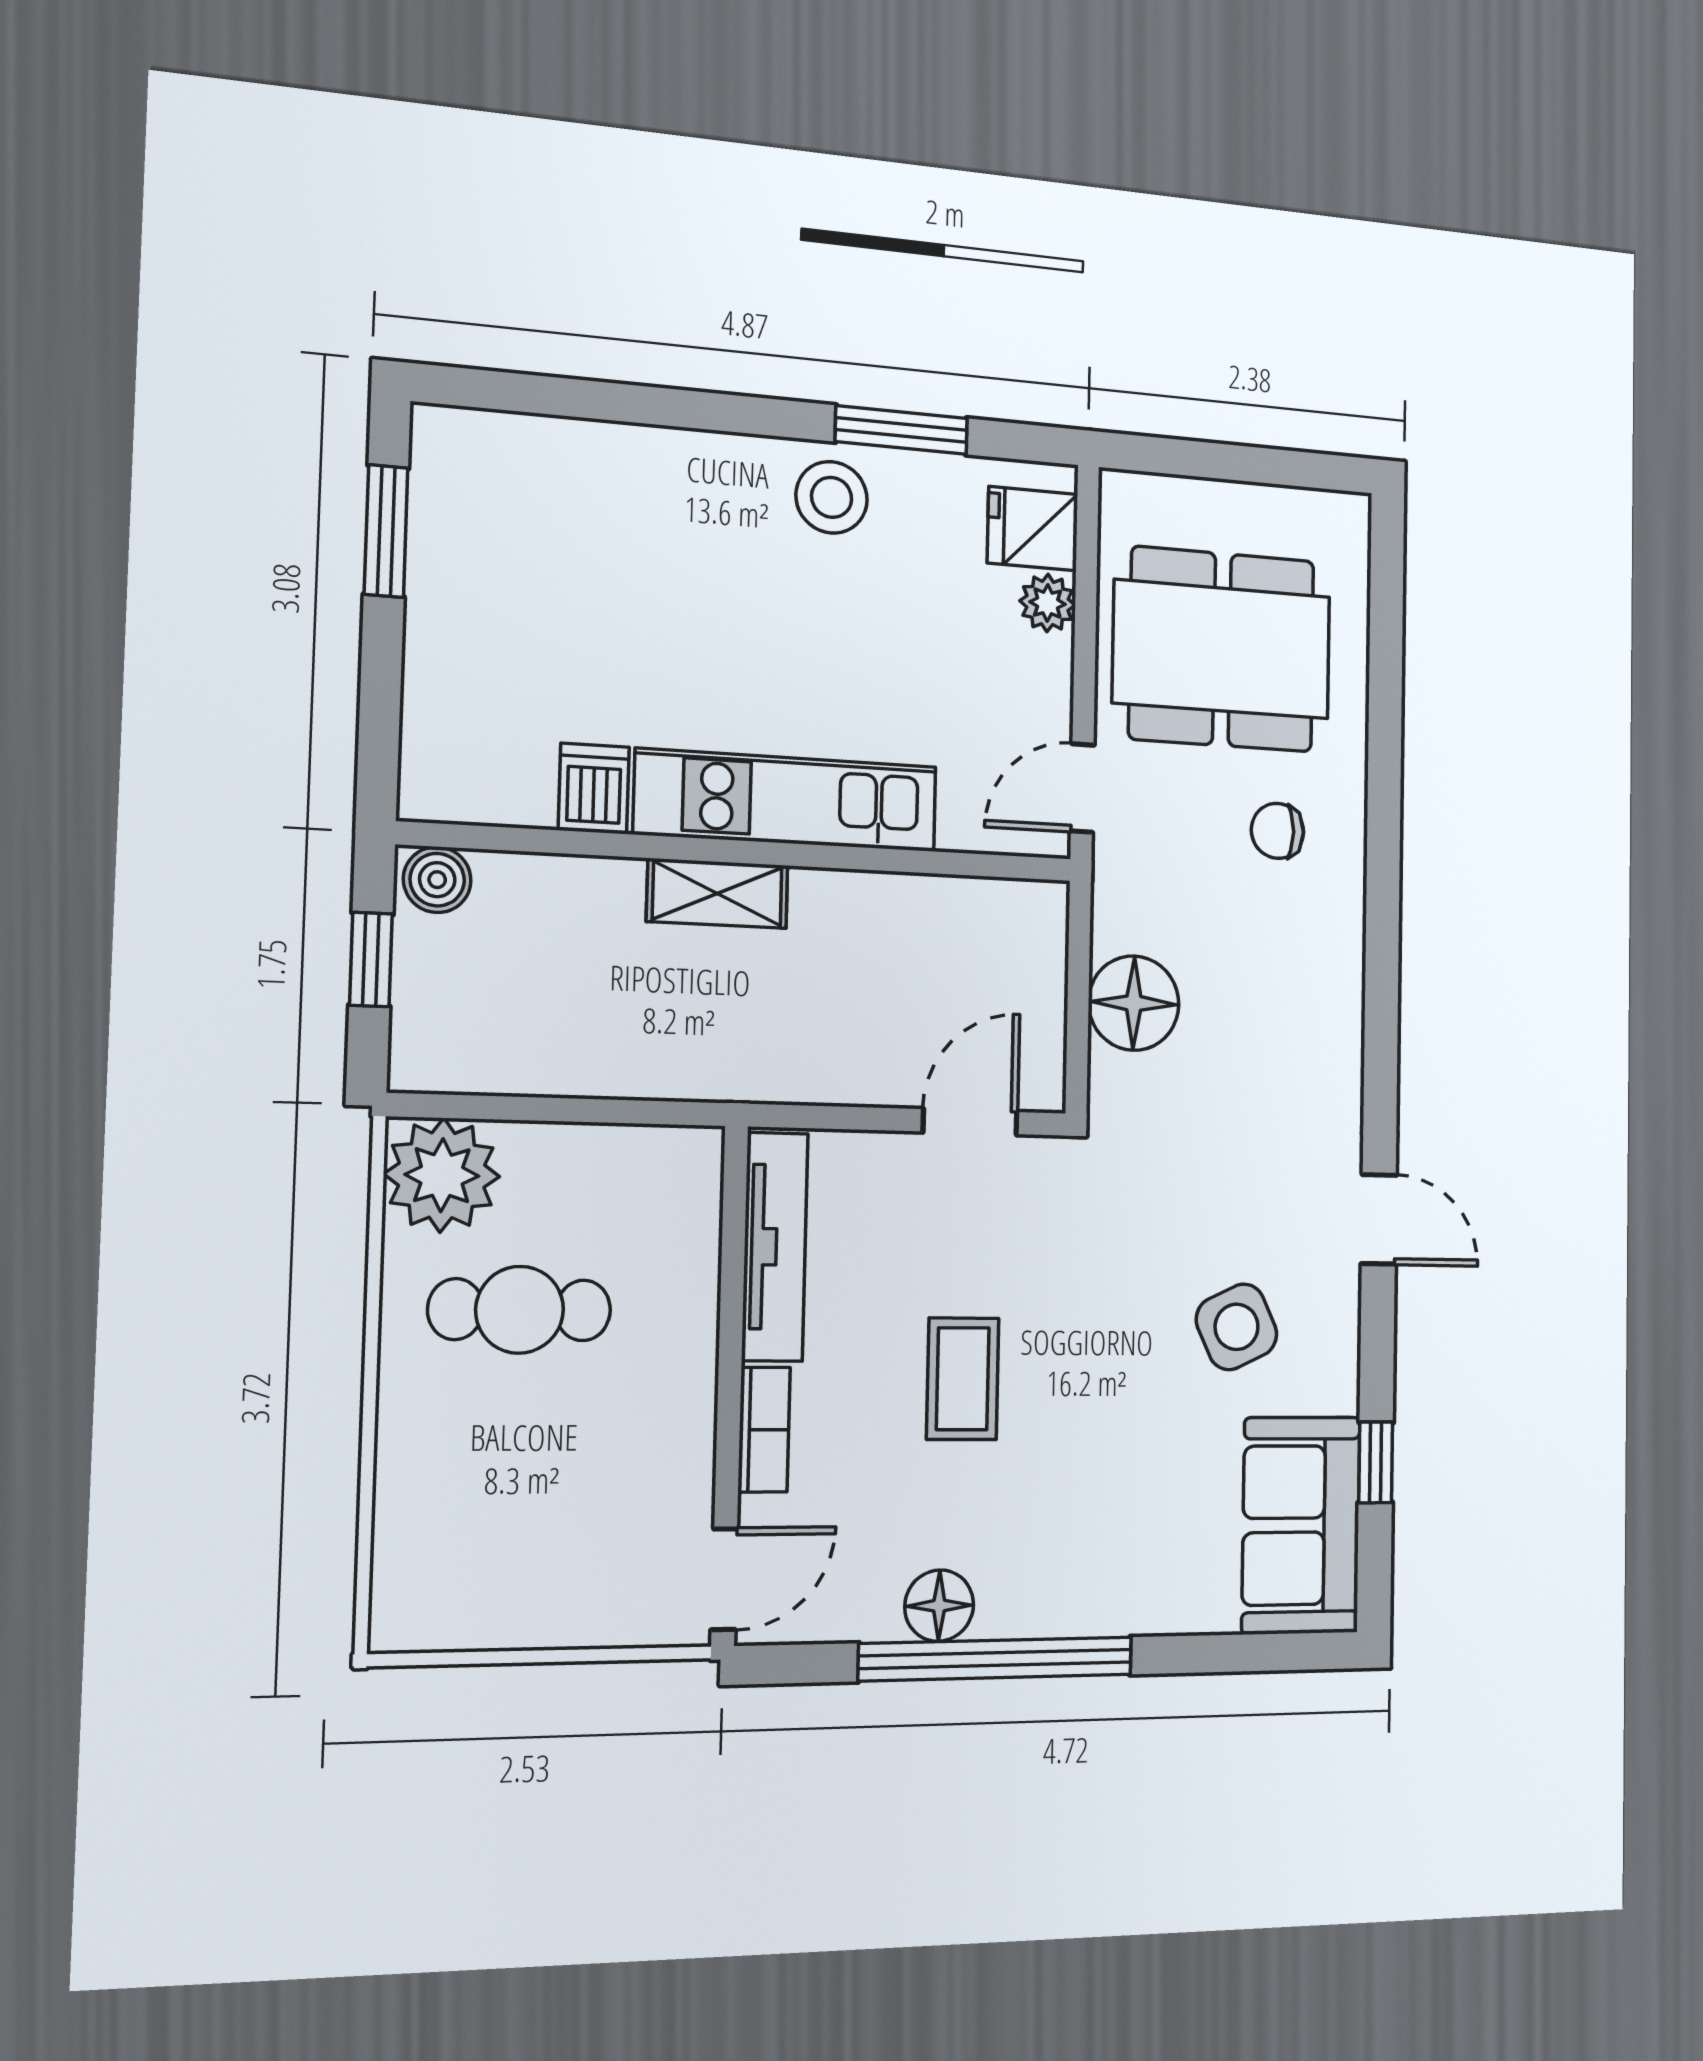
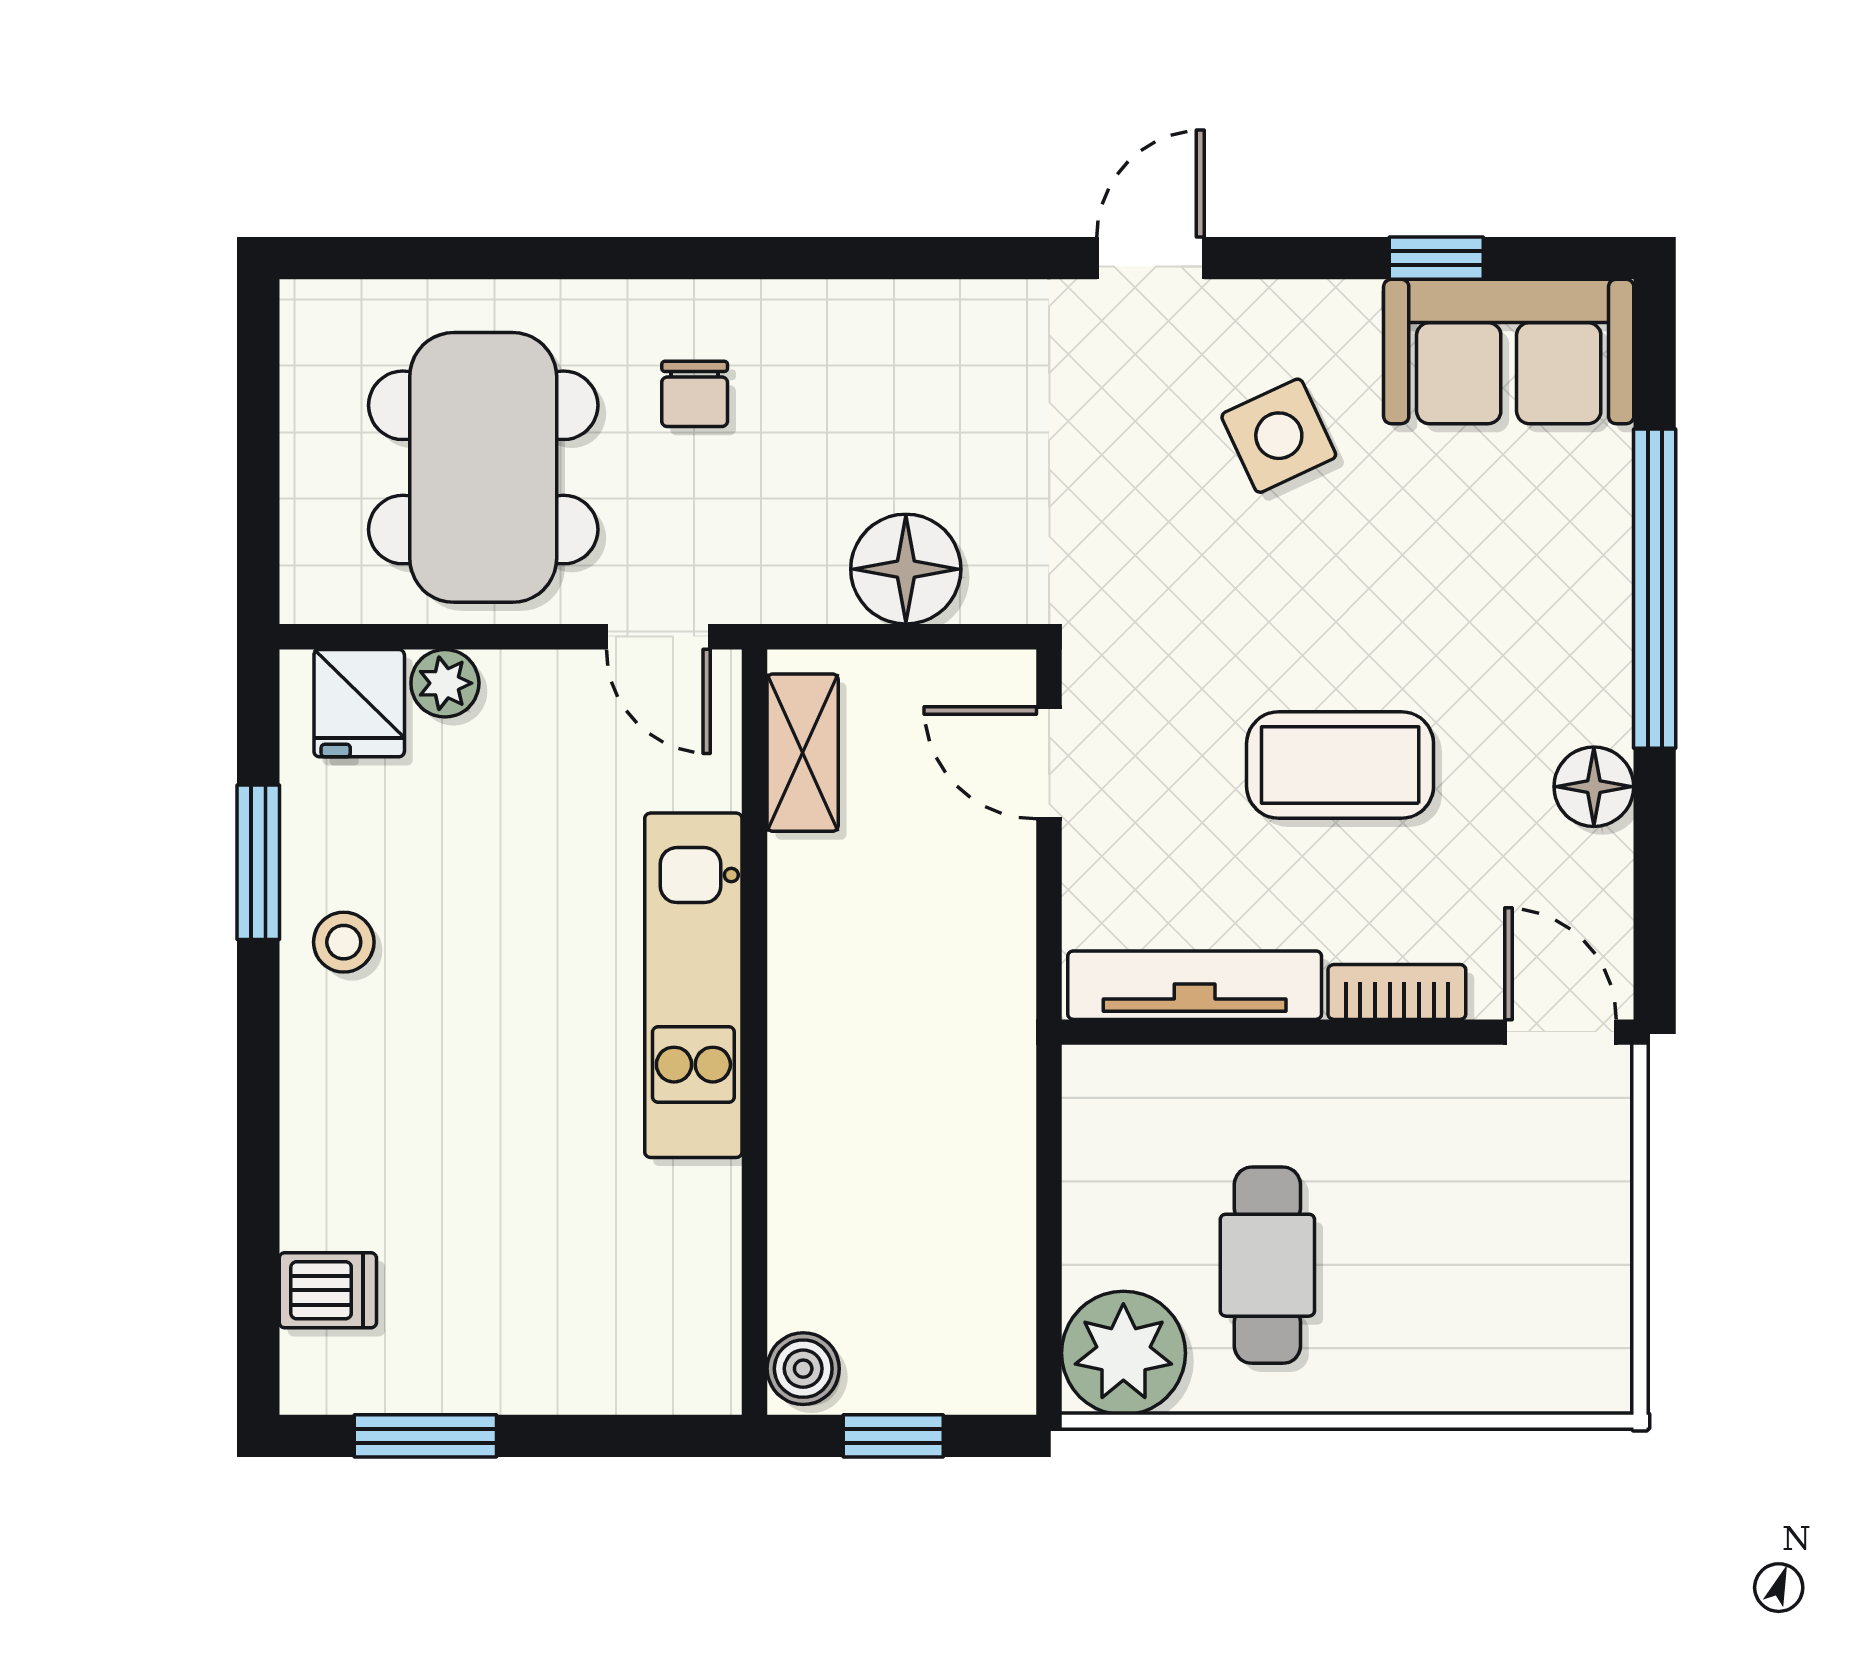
stool: (832, 497) -> (344, 942), width x0.73, depth x0.73
dishwasher: (594, 789) -> (328, 1290), moved, turned 180
shelving: (717, 893) -> (803, 753), moved
coffee table: (963, 1379) -> (1340, 765), width x1.36, depth x1.30
window: (996, 1659) -> (1655, 589), moved

